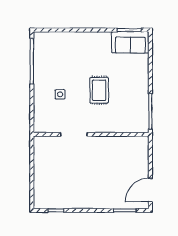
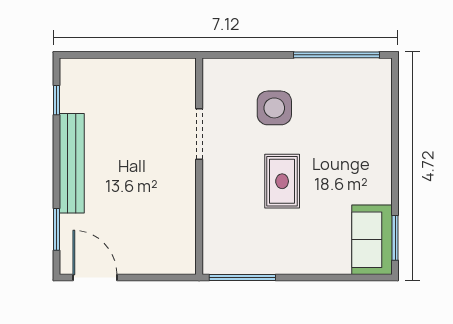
rug: (99, 90) -> (282, 181), turned 90
side table: (60, 94) -> (274, 108), width x1.87, depth x1.87
bench: (90, 202) -> (72, 163), added

